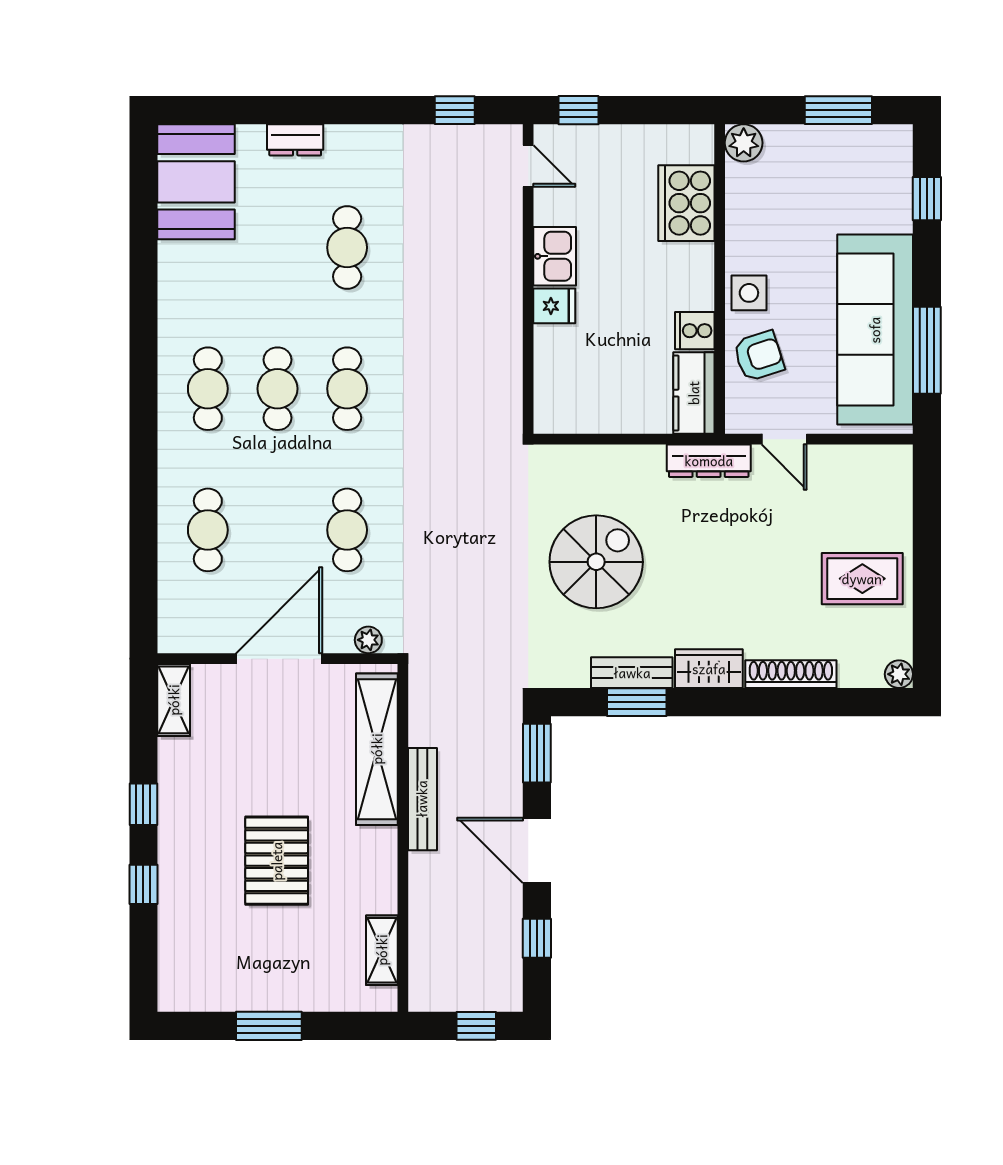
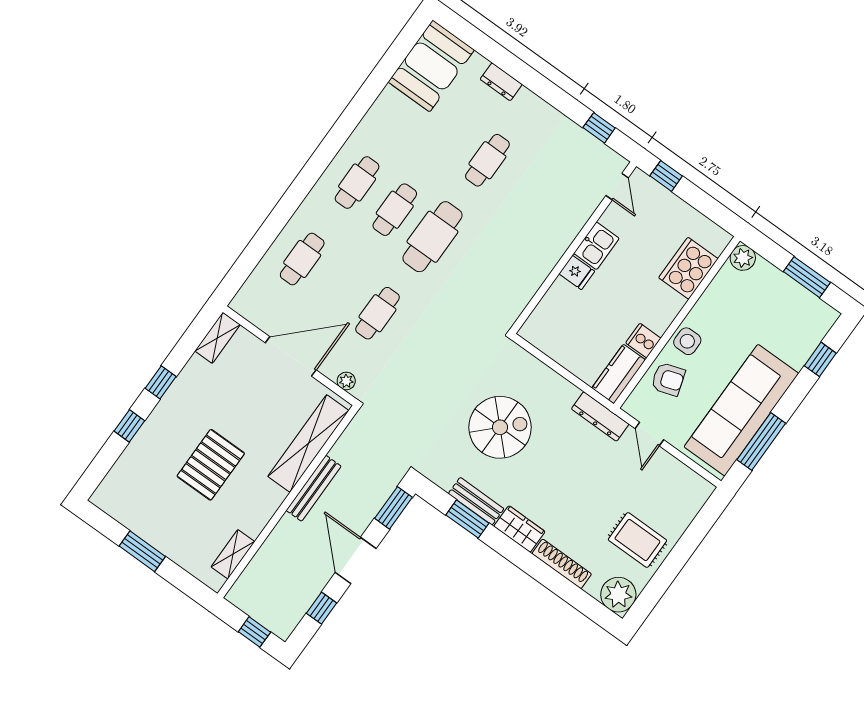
cafe table: (347, 389) -> (432, 237), width x1.37, depth x1.35
plant: (899, 674) -> (618, 595), width x1.88, depth x1.88

